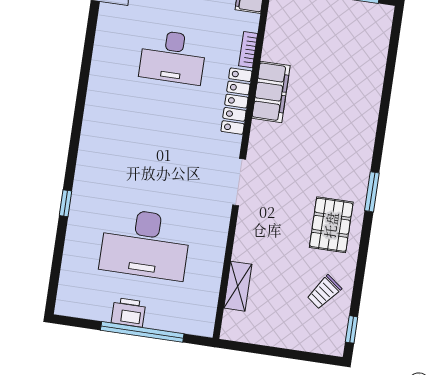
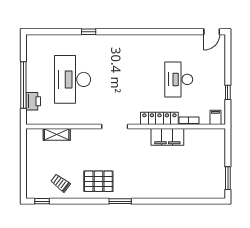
printer: (128, 312) -> (33, 101), moved

